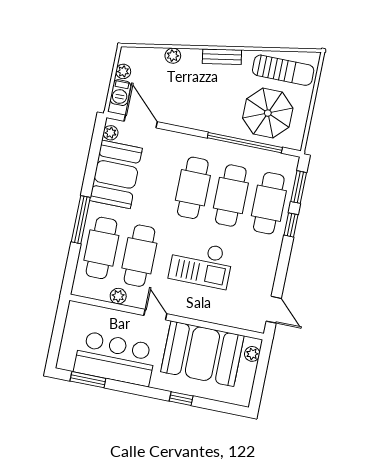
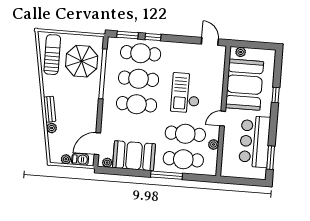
bench: (222, 57) -> (50, 109), moved
checkout: (201, 264) -> (186, 93), turned 180
door: (274, 310) -> (210, 41), hinge flipped

